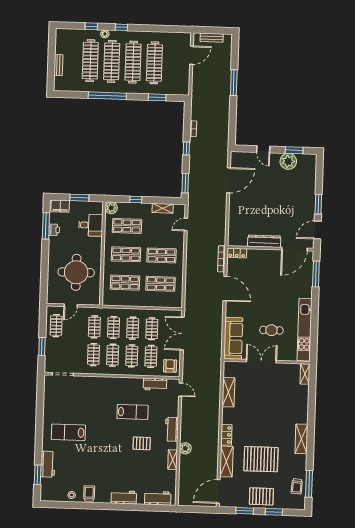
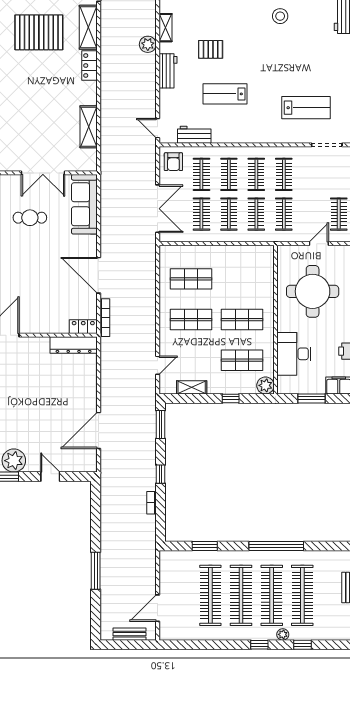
desk: (91, 225) -> (294, 354), width x1.37
dresser: (264, 241) -> (74, 345), moved
shop shelf: (125, 283) -> (242, 279), removed
lab bench: (68, 432) -> (306, 108), moved
stool: (92, 465) -> (280, 16), added

